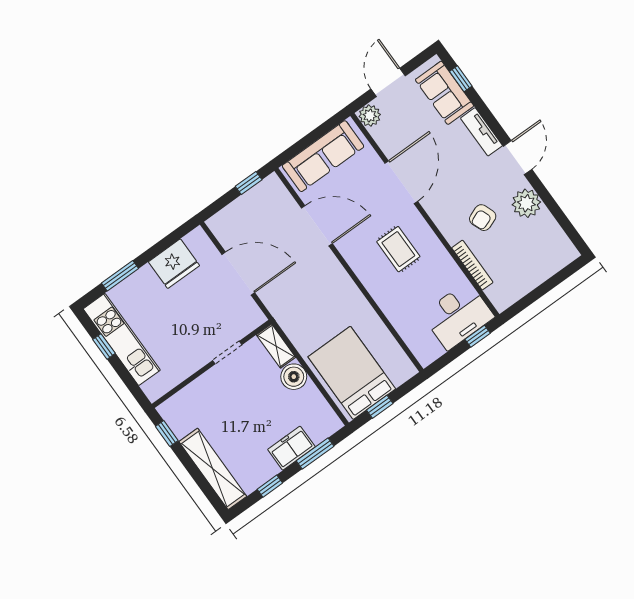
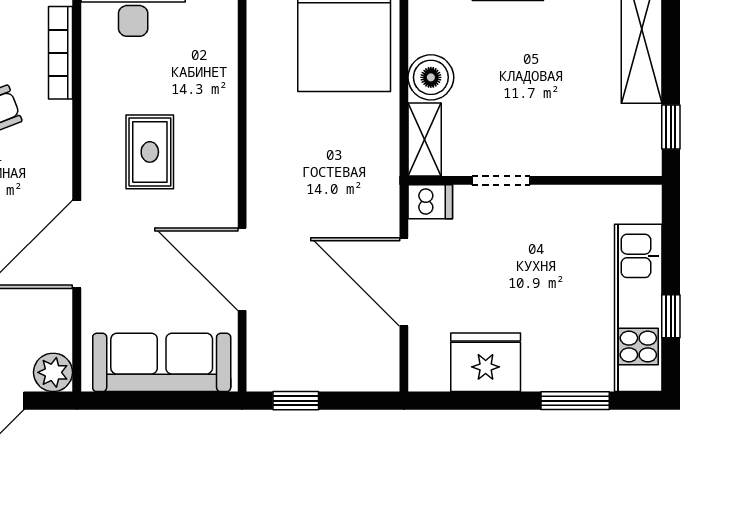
dishwasher: (253, 319) -> (430, 202), added

